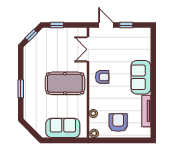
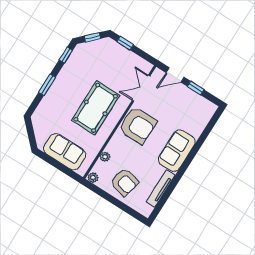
door: (106, 25) -> (175, 75), swing flipped
window: (21, 60) -> (66, 55), added
armchair: (102, 77) -> (138, 125), width x1.88, depth x1.88
pool table: (65, 83) -> (96, 108), turned 90
armchair: (118, 123) -> (124, 182), turned 103

